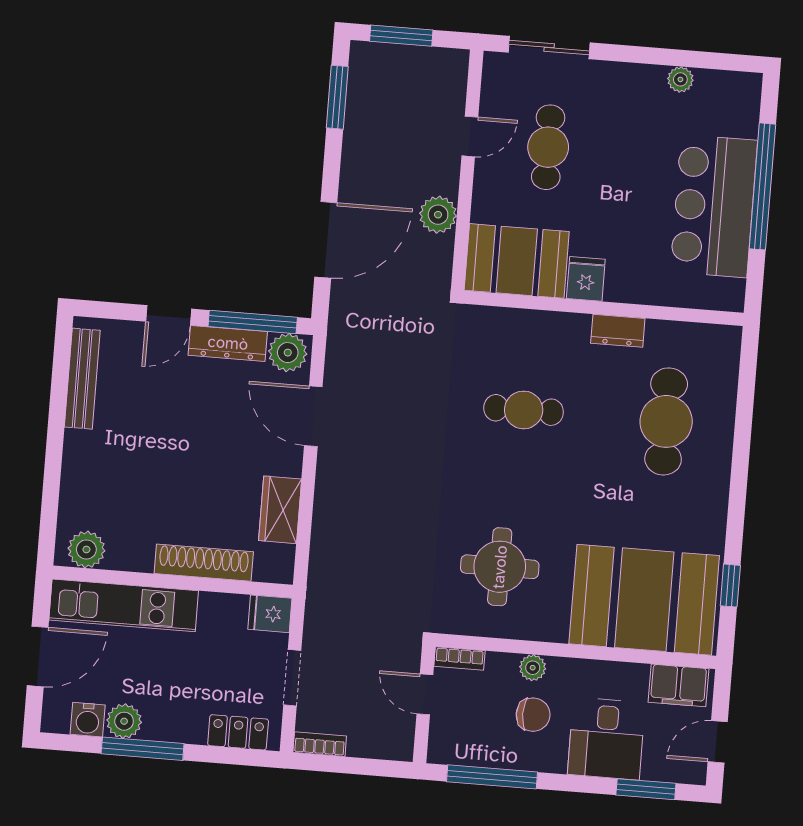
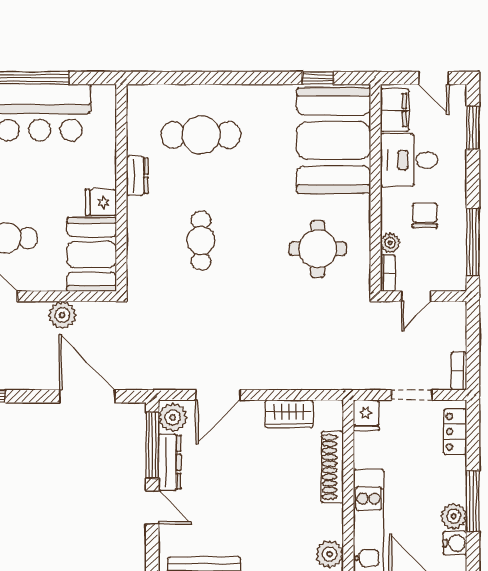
plant: (533, 668) -> (390, 243), moved
desk: (606, 739) -> (409, 160), moved, turned 180

